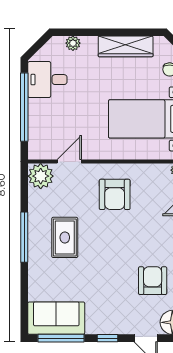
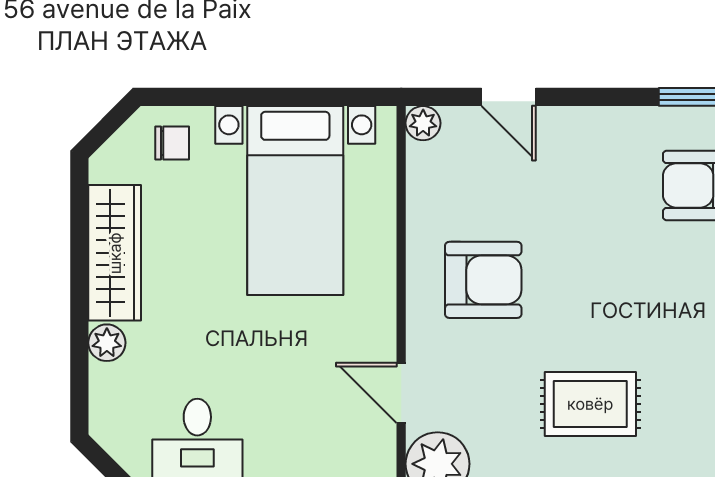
plant: (73, 43) -> (107, 343), moved

